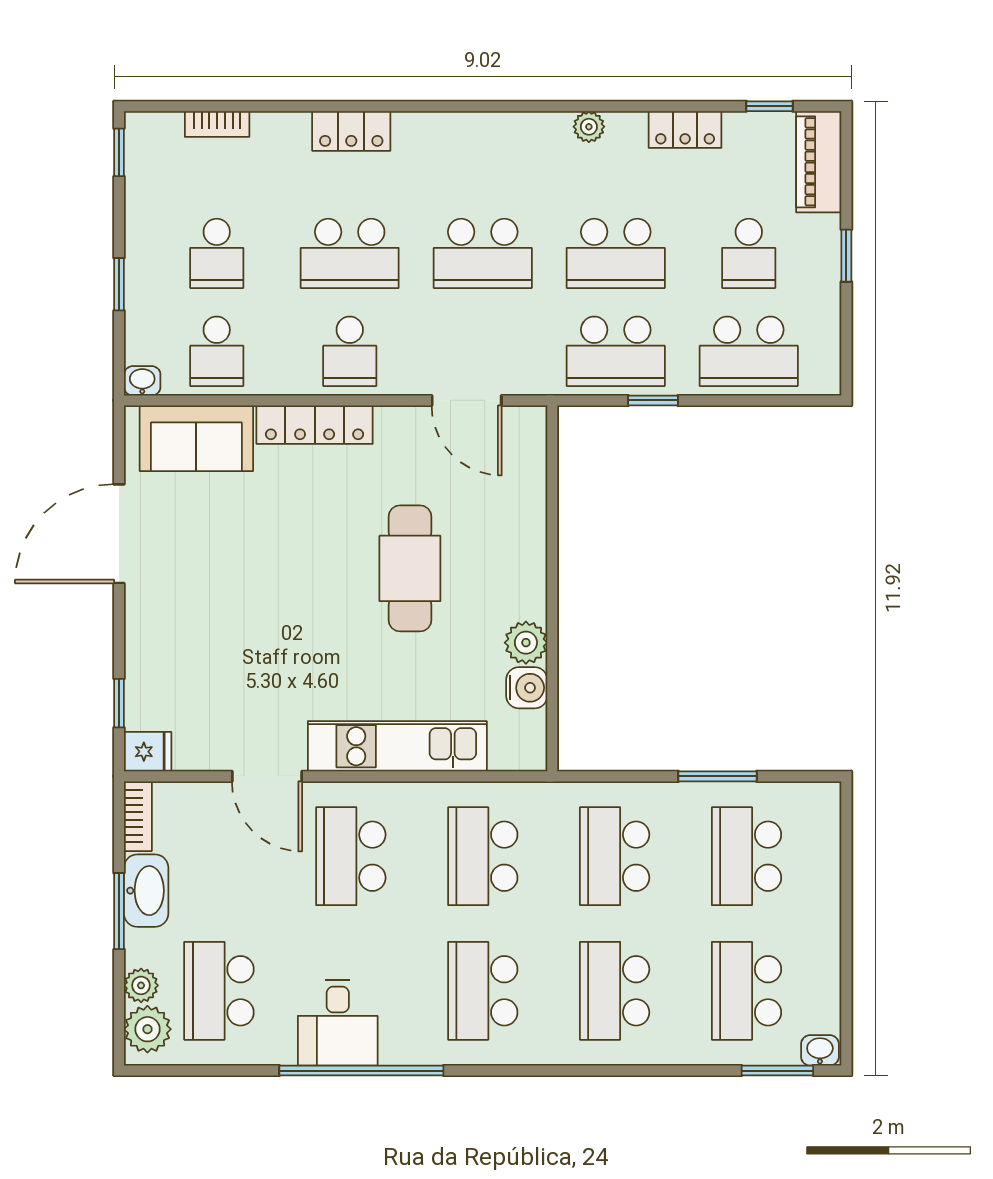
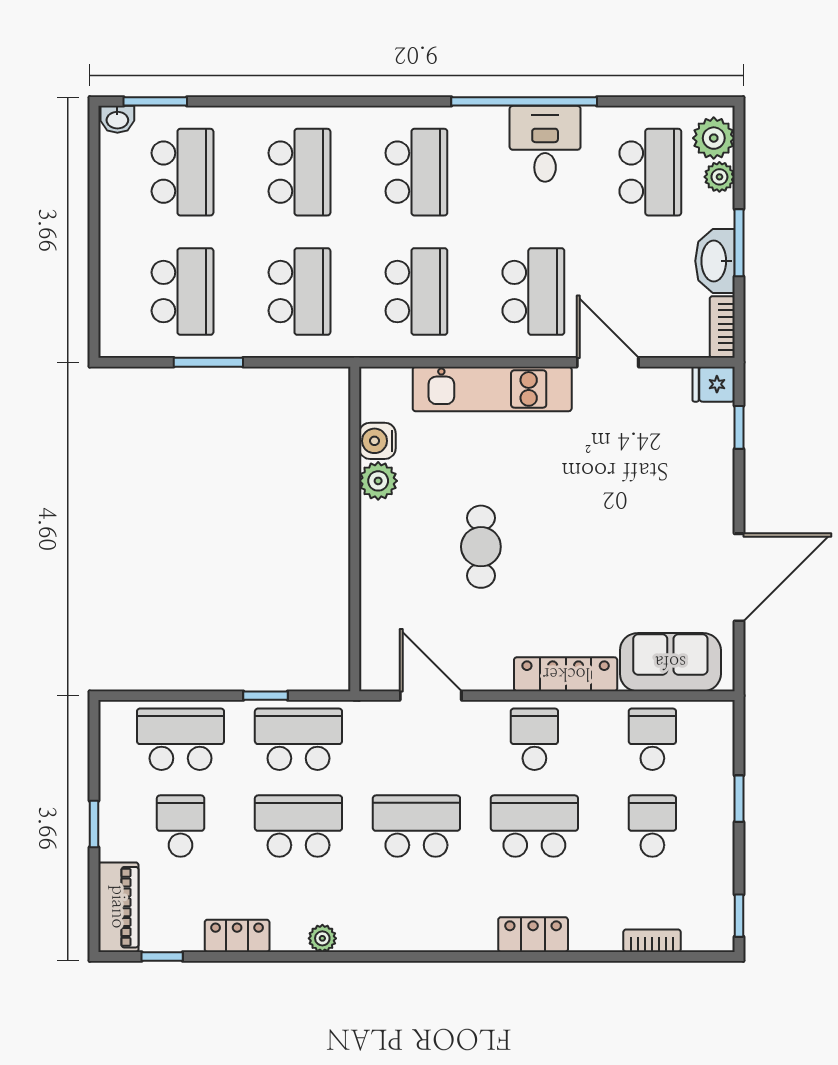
washbasin: (142, 381) -> (718, 713), removed
cafe table: (410, 568) -> (481, 547), width x0.73, depth x0.74

